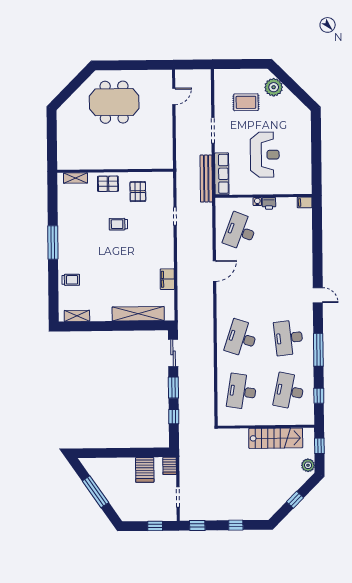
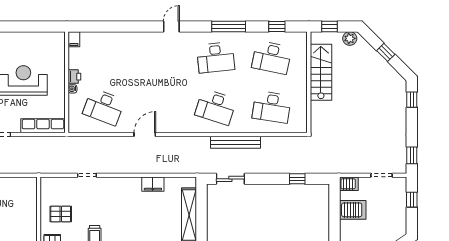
bench: (206, 179) -> (236, 142), moved
door: (214, 271) -> (145, 134), hinge flipped
window: (173, 388) -> (267, 179), removed
window: (236, 525) -> (412, 100), moved

